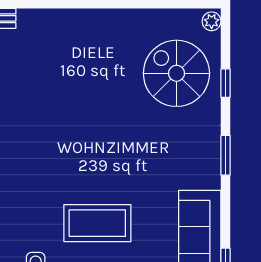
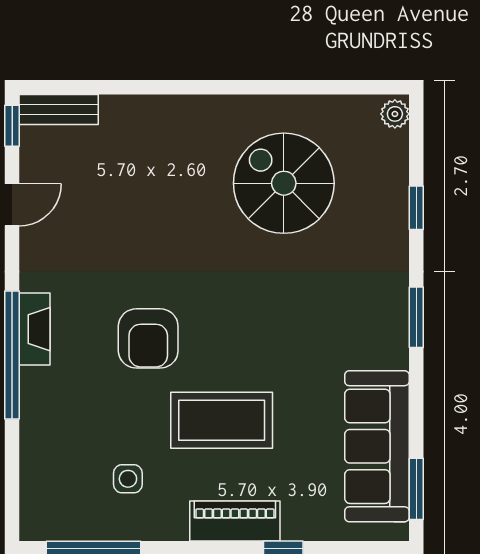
spiral stairs: (176, 73) -> (284, 183), moved
armchair: (49, 169) -> (148, 338), added

